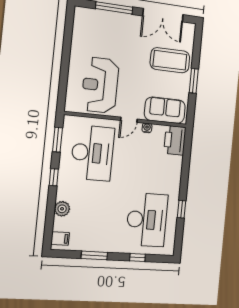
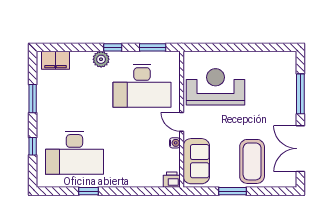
printer: (175, 140) -> (172, 180), width x0.53, depth x0.68
plant: (62, 209) -> (101, 59), moved
filing cabinet: (60, 238) -> (56, 60), width x2.00

